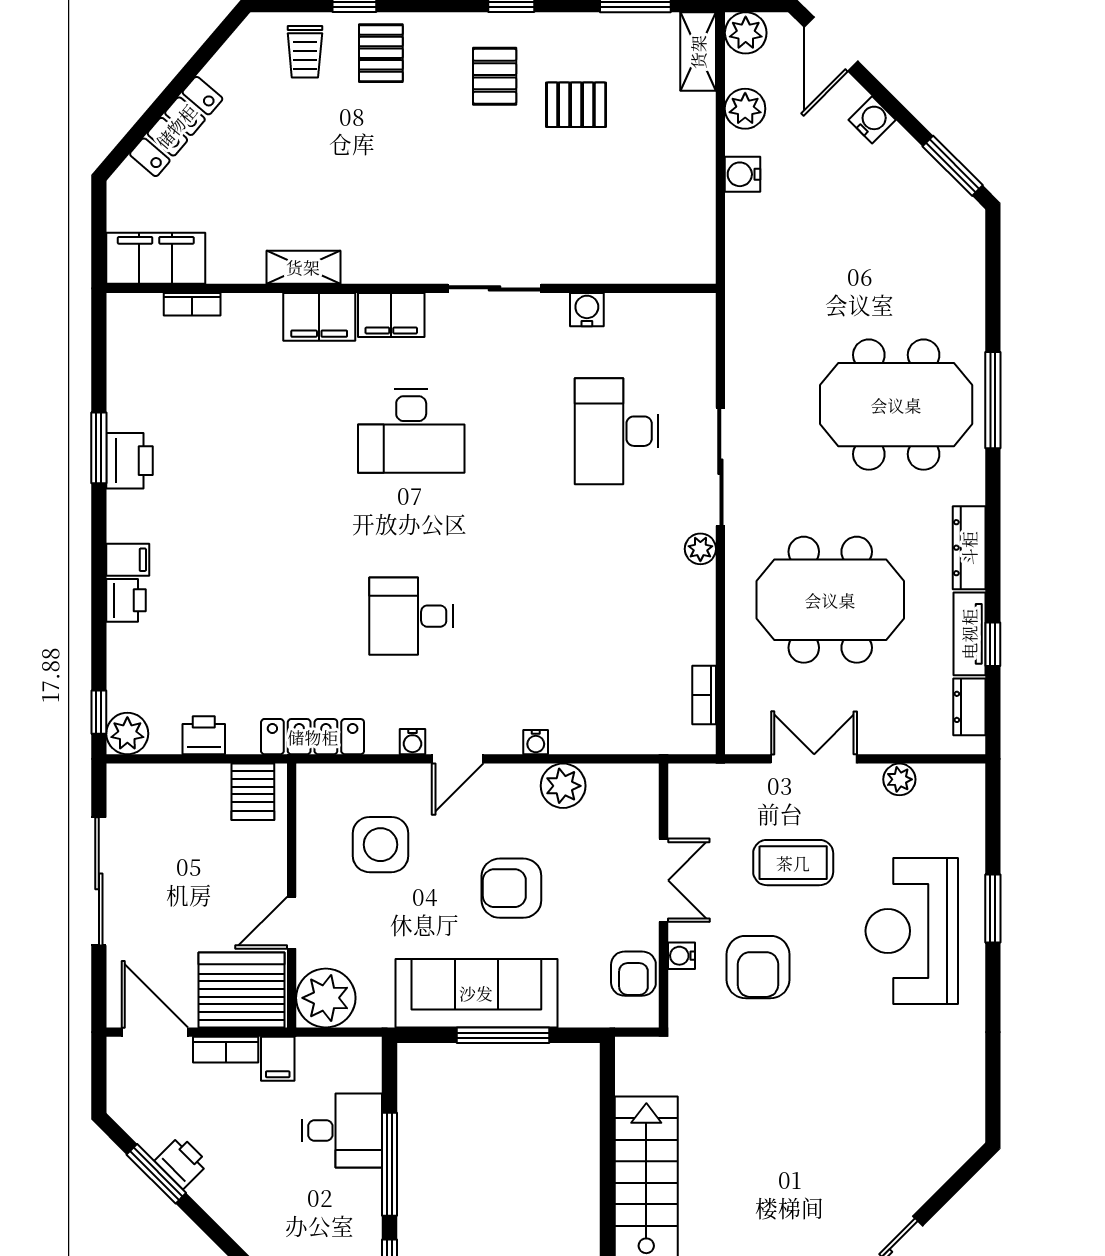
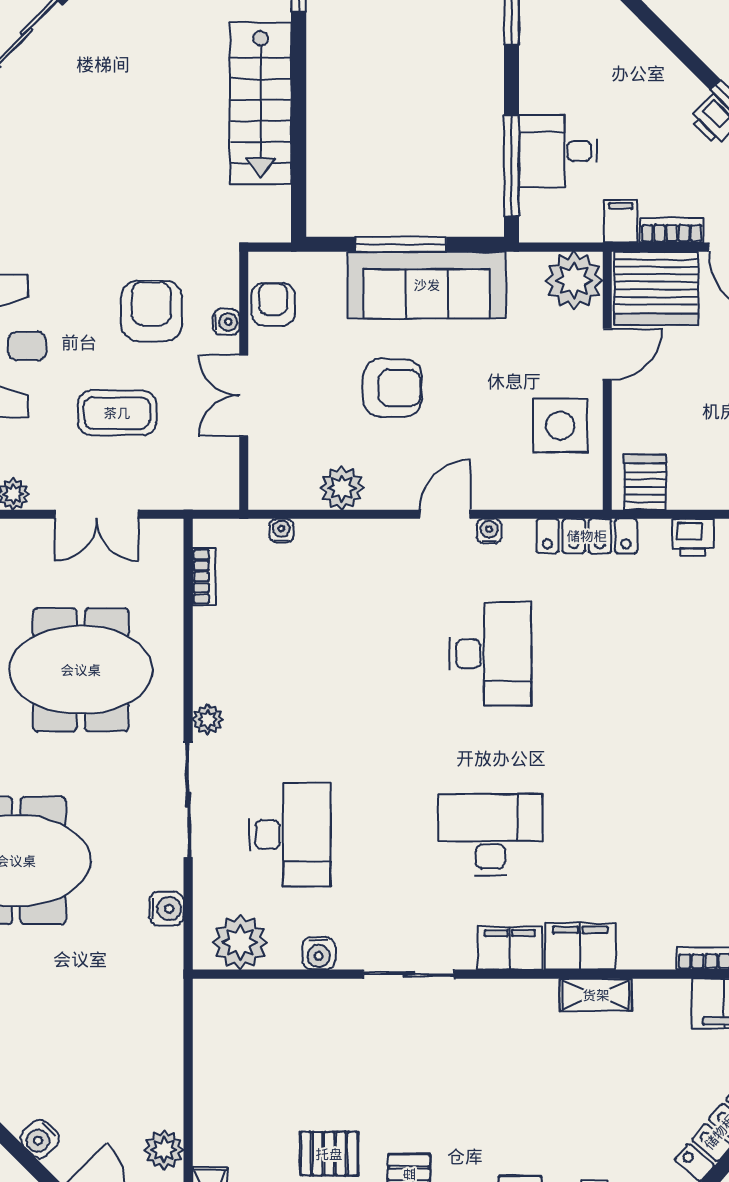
water cooler: (743, 174) -> (166, 909), moved
plant: (667, 321) -> (240, 942), added
desk: (411, 616) -> (490, 654), width x1.37
water cooler: (536, 742) -> (281, 531), moved
side table: (380, 845) -> (560, 426), moved
window: (390, 1164) -> (512, 166), moved

